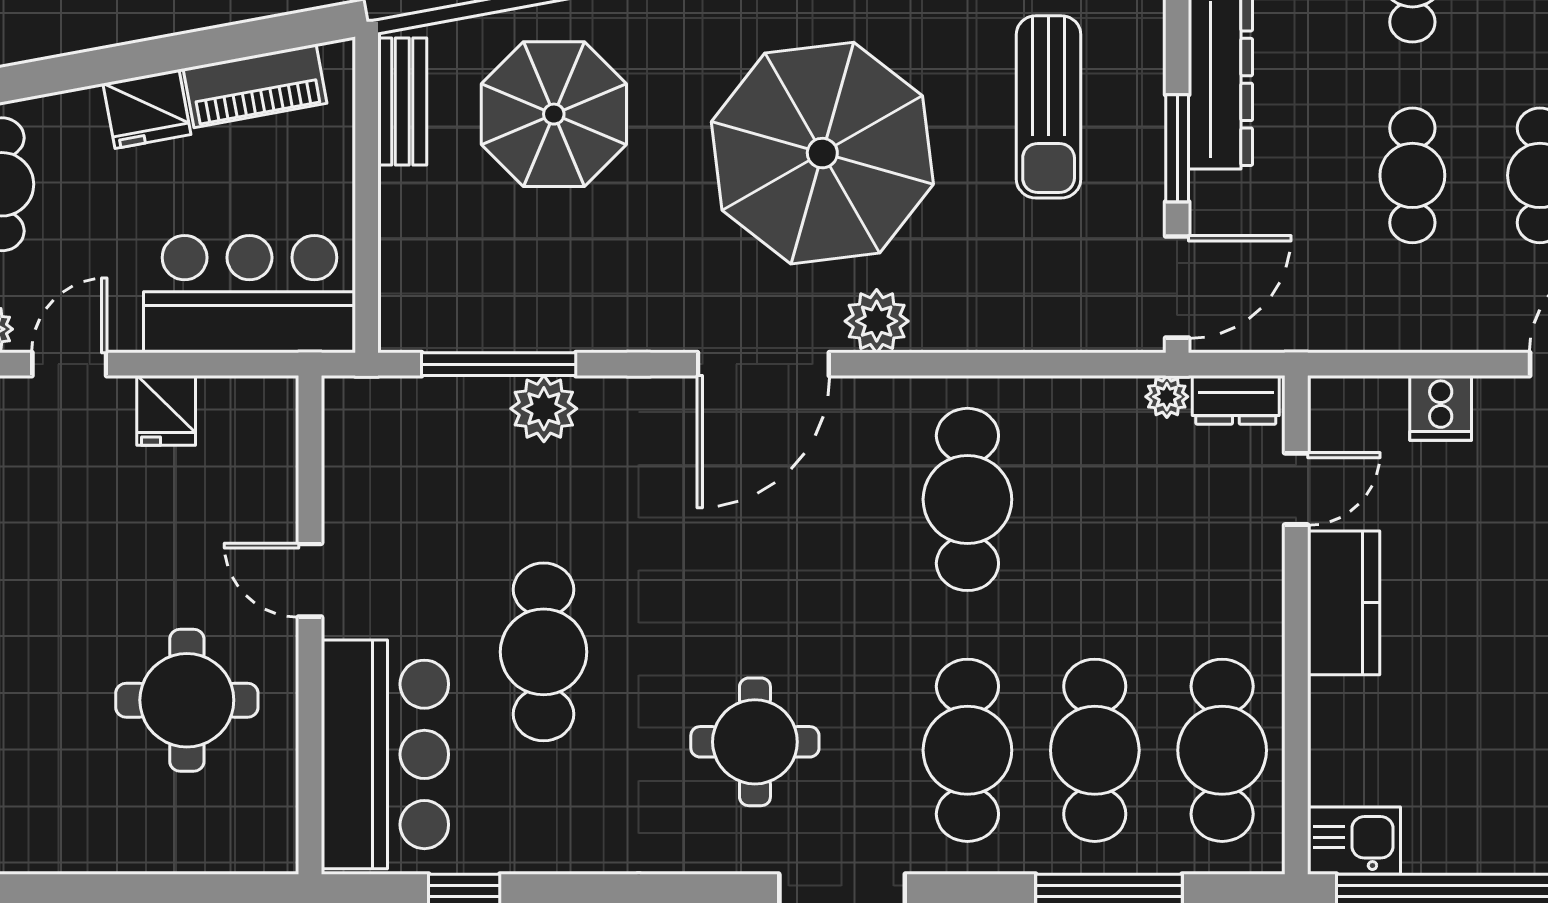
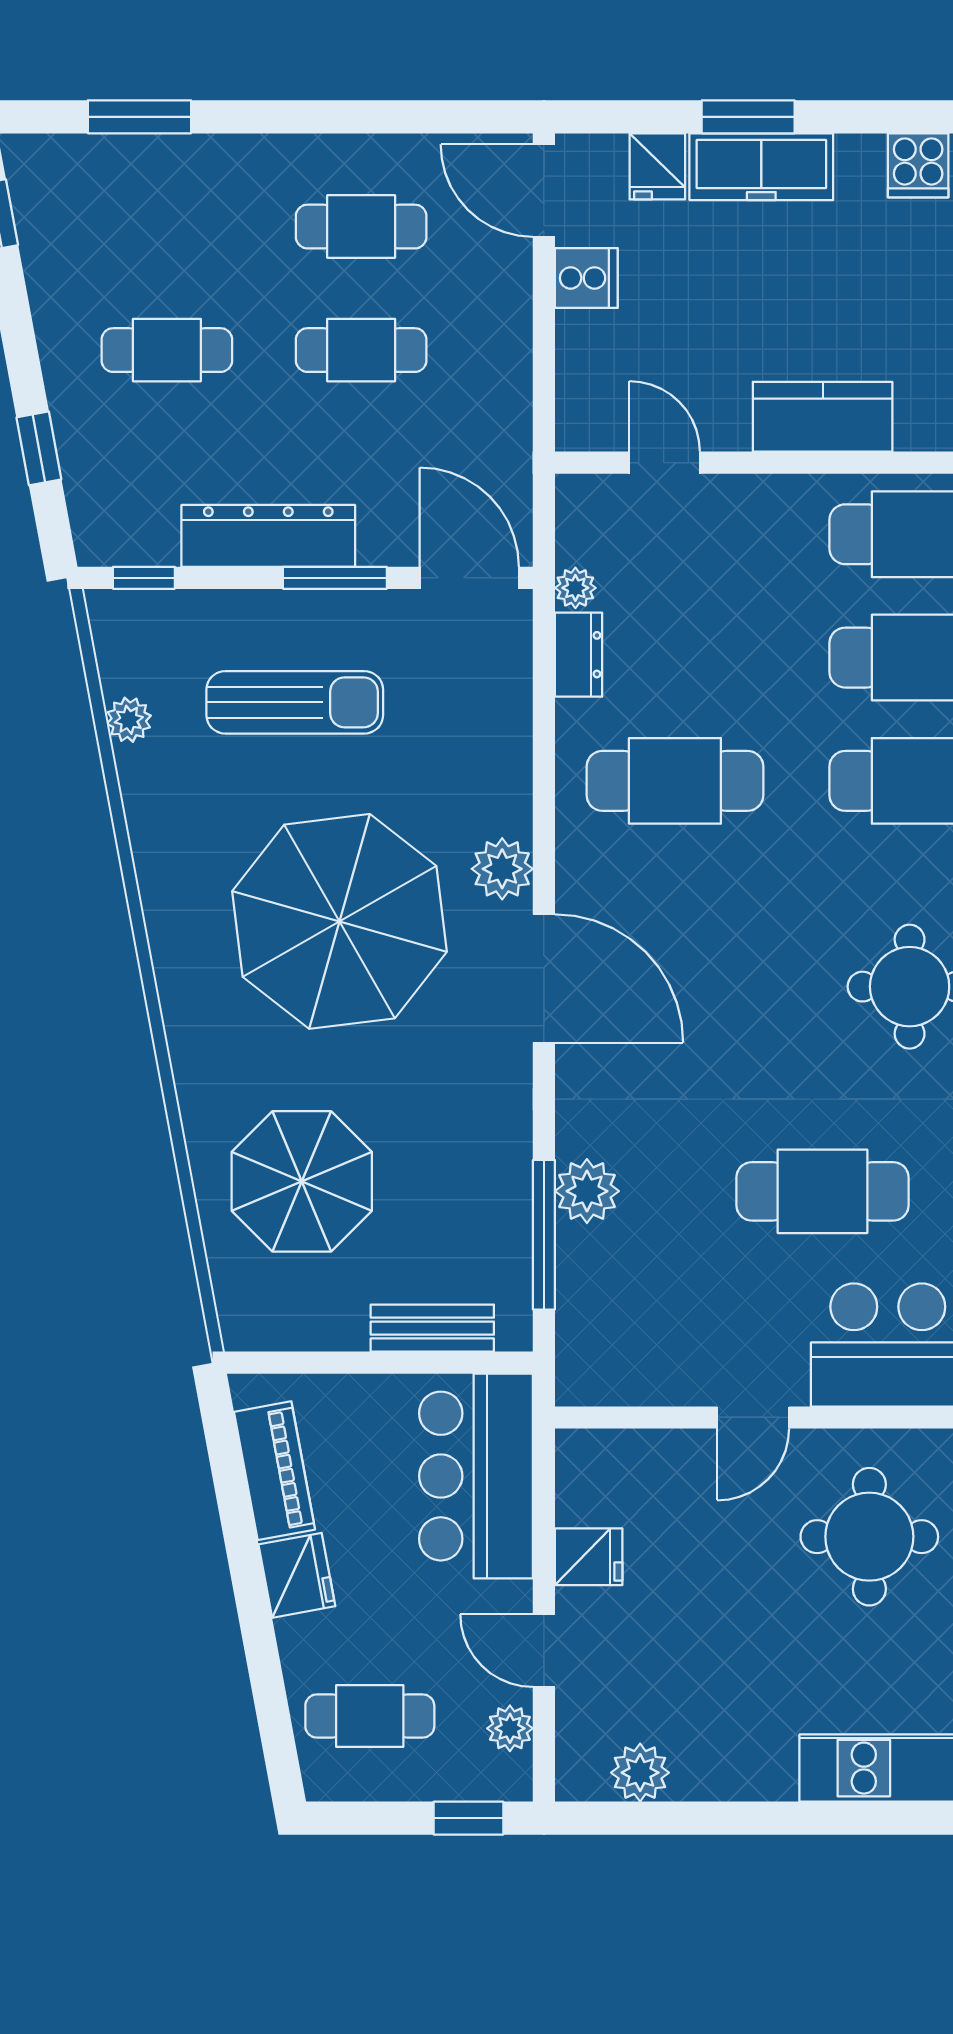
bench: (402, 102) -> (432, 1328), moved
dresser: (1236, 400) -> (579, 655), moved
cooker: (1441, 408) -> (586, 278), moved
kitchen counter: (1344, 603) -> (823, 417), moved

